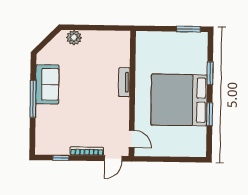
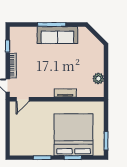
plant: (74, 38) -> (98, 79), moved
sofa: (47, 84) -> (57, 35), width x1.36
bed: (179, 100) -> (74, 135), moved

